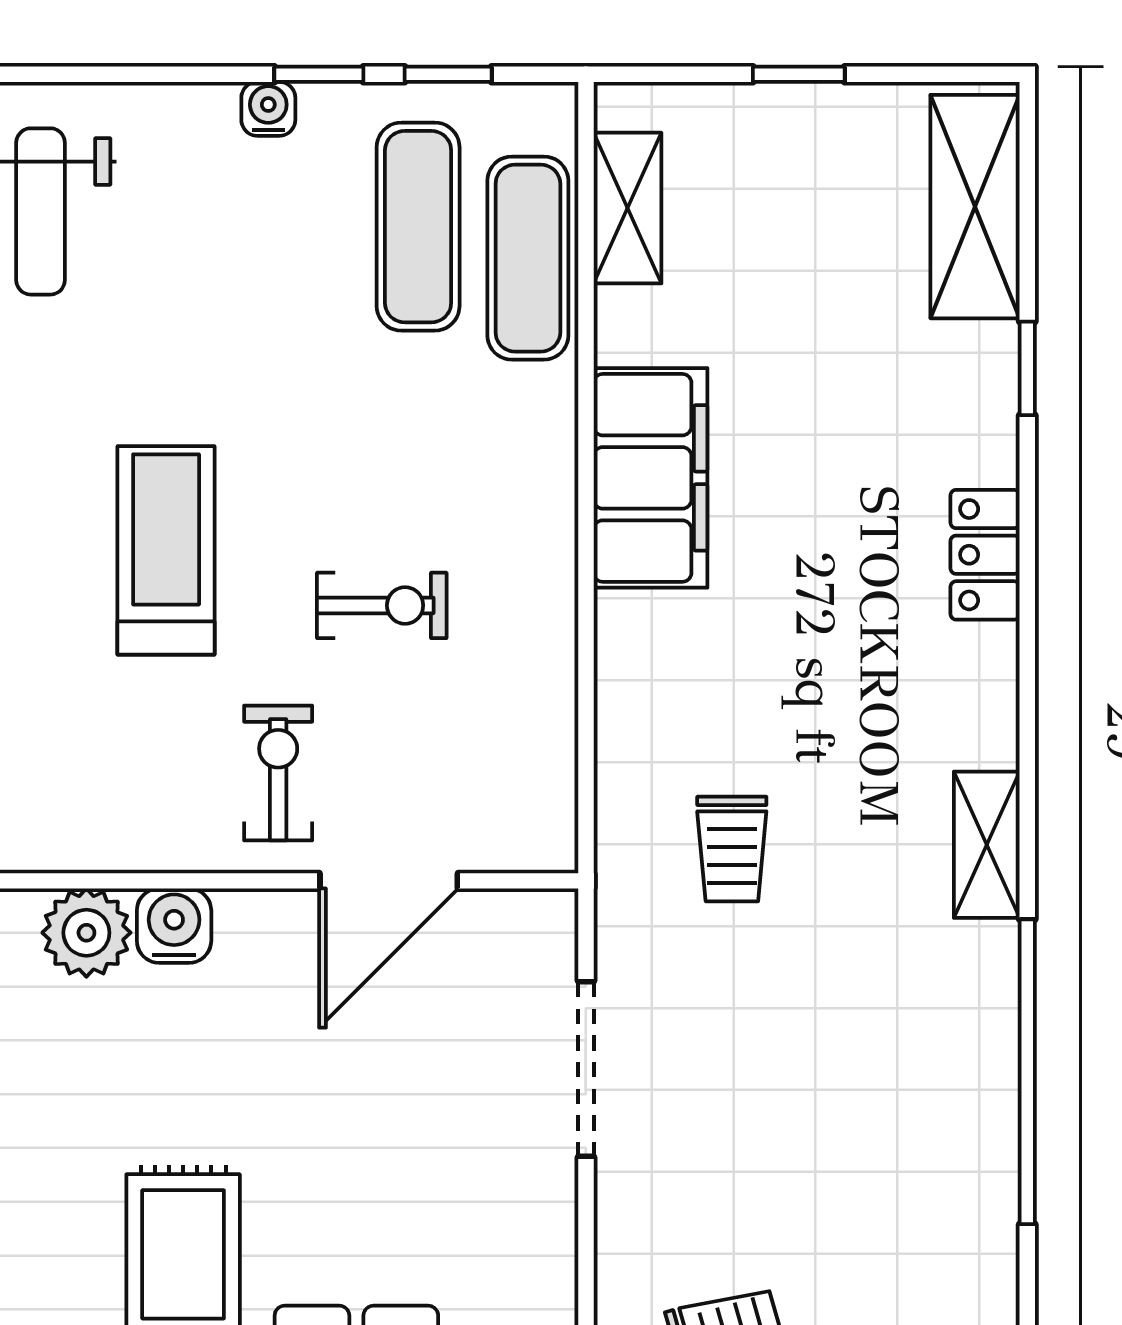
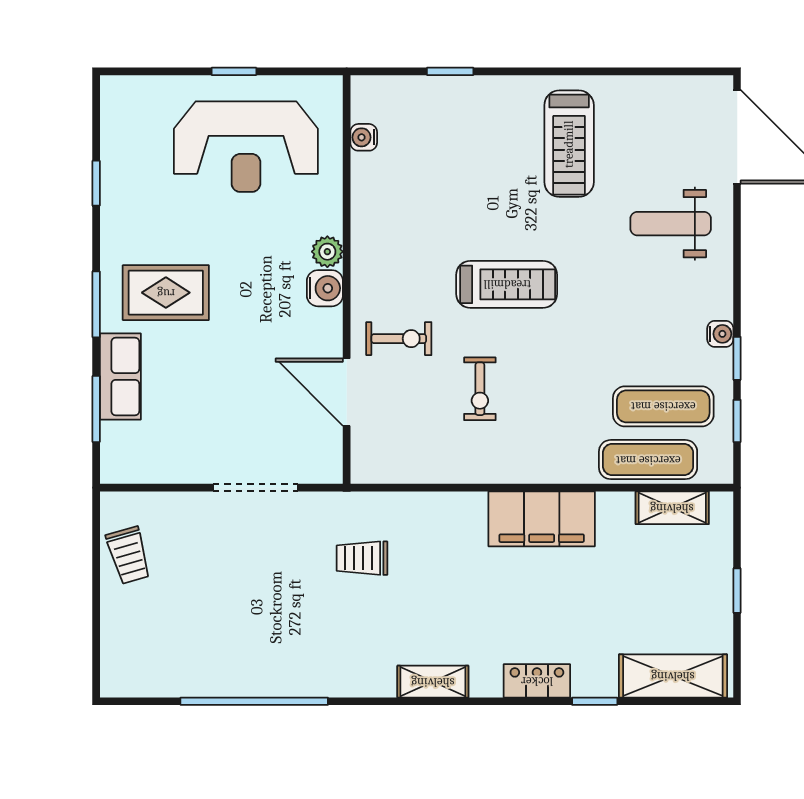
locker: (985, 555) -> (537, 681), moved
shelving: (987, 845) -> (433, 682), moved
plant: (86, 933) -> (327, 252), width x0.73, depth x0.73

